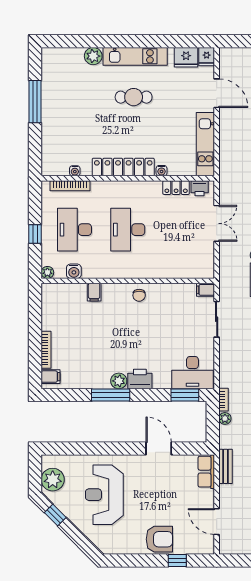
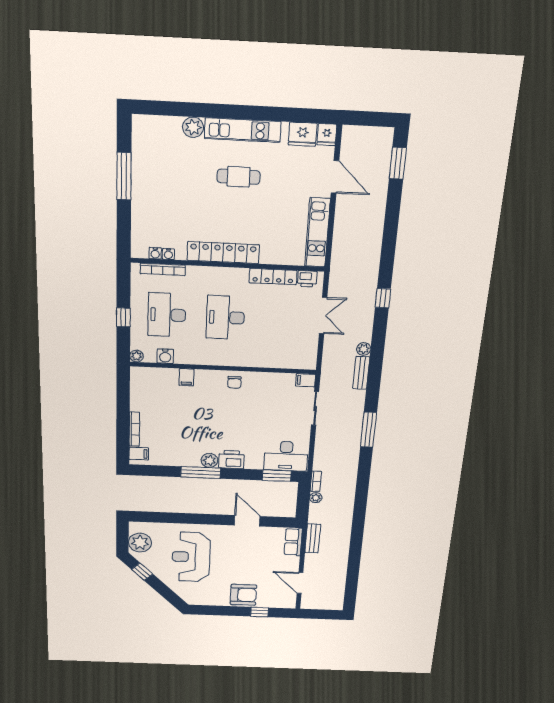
water cooler: (162, 171) -> (155, 253), moved
locker: (176, 188) -> (273, 277), width x1.53

